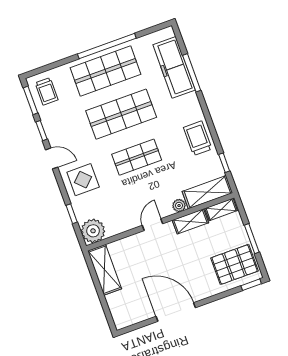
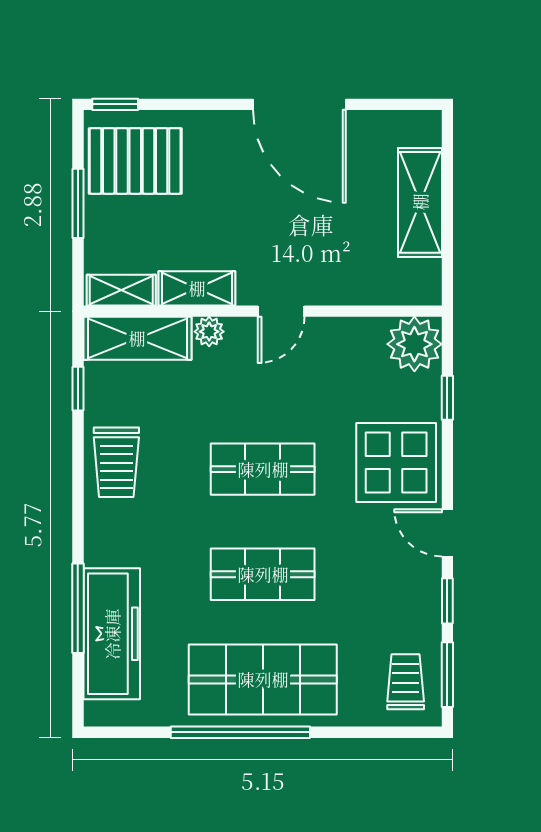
shop shelf: (121, 114) -> (263, 574), width x0.70, depth x0.74
display table: (83, 180) -> (396, 462), width x1.36, depth x1.36
shelving: (105, 270) -> (420, 202), moved

